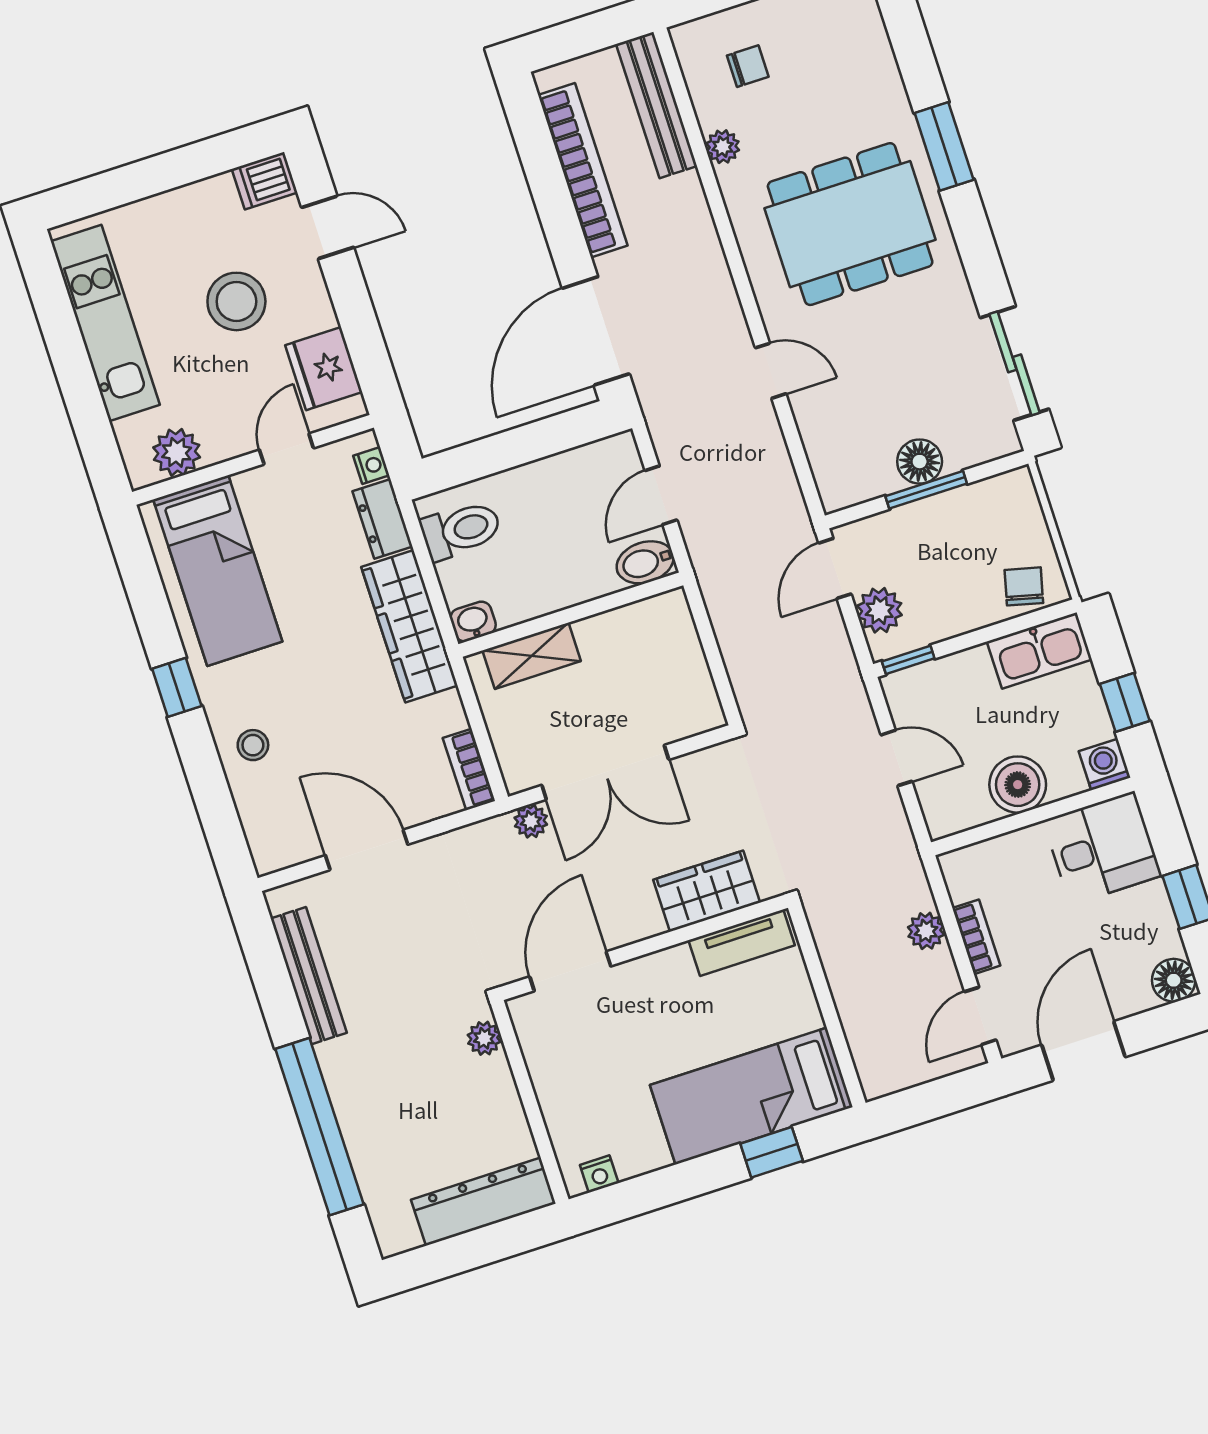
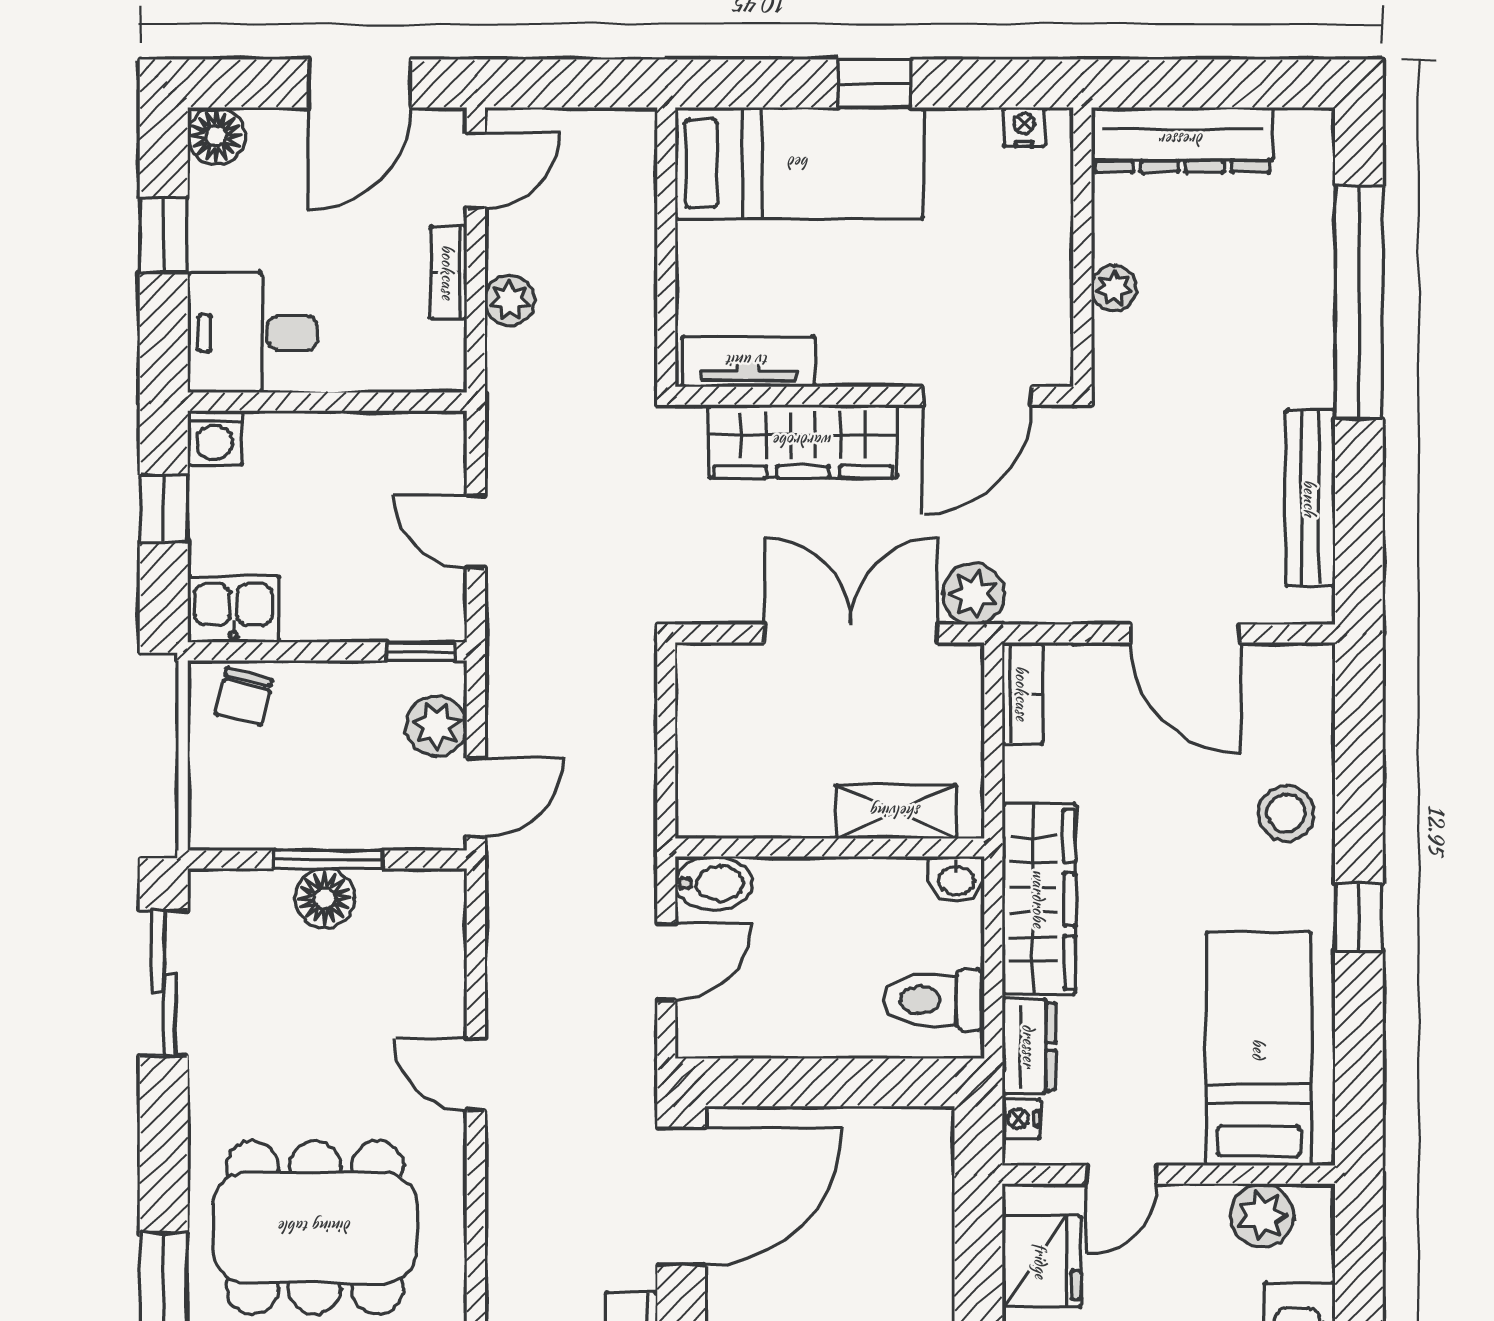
kitchen sink: (1039, 651) -> (233, 609), width x0.73
stool: (253, 745) -> (1286, 813), width x1.37, depth x1.37
boiler: (1018, 785) -> (333, 448), removed
plant: (531, 821) -> (974, 594), width x1.38, depth x1.38
wardrobe: (707, 891) -> (803, 441), width x1.50
plant: (484, 1038) -> (1114, 288), moved
window: (772, 1152) -> (875, 84), moved

